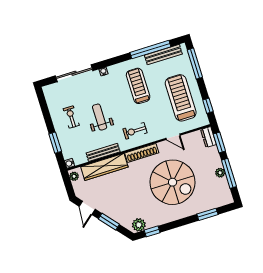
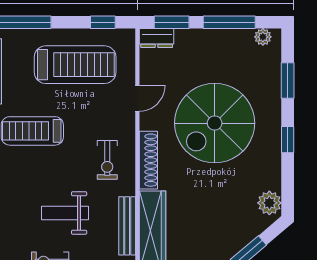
treadmill: (181, 98) -> (75, 65), turned 180
plant: (220, 173) -> (263, 37), moved
spiral stairs: (173, 182) -> (215, 123), turned 180
window: (152, 231) -> (288, 140), moved

